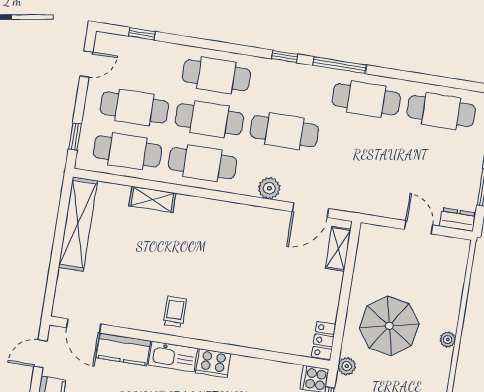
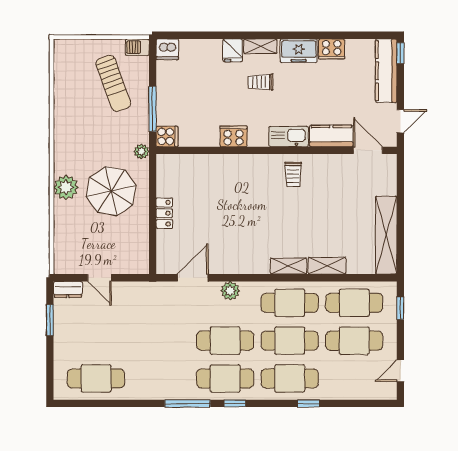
window: (142, 34) -> (309, 403), moved
cafe table: (366, 99) -> (225, 378), moved
shelving: (338, 249) -> (289, 266), moved, turned 90
locker: (324, 340) -> (164, 213), moved
plant: (448, 340) -> (66, 187), width x1.88, depth x1.88
cooker: (213, 363) -> (234, 136), moved

